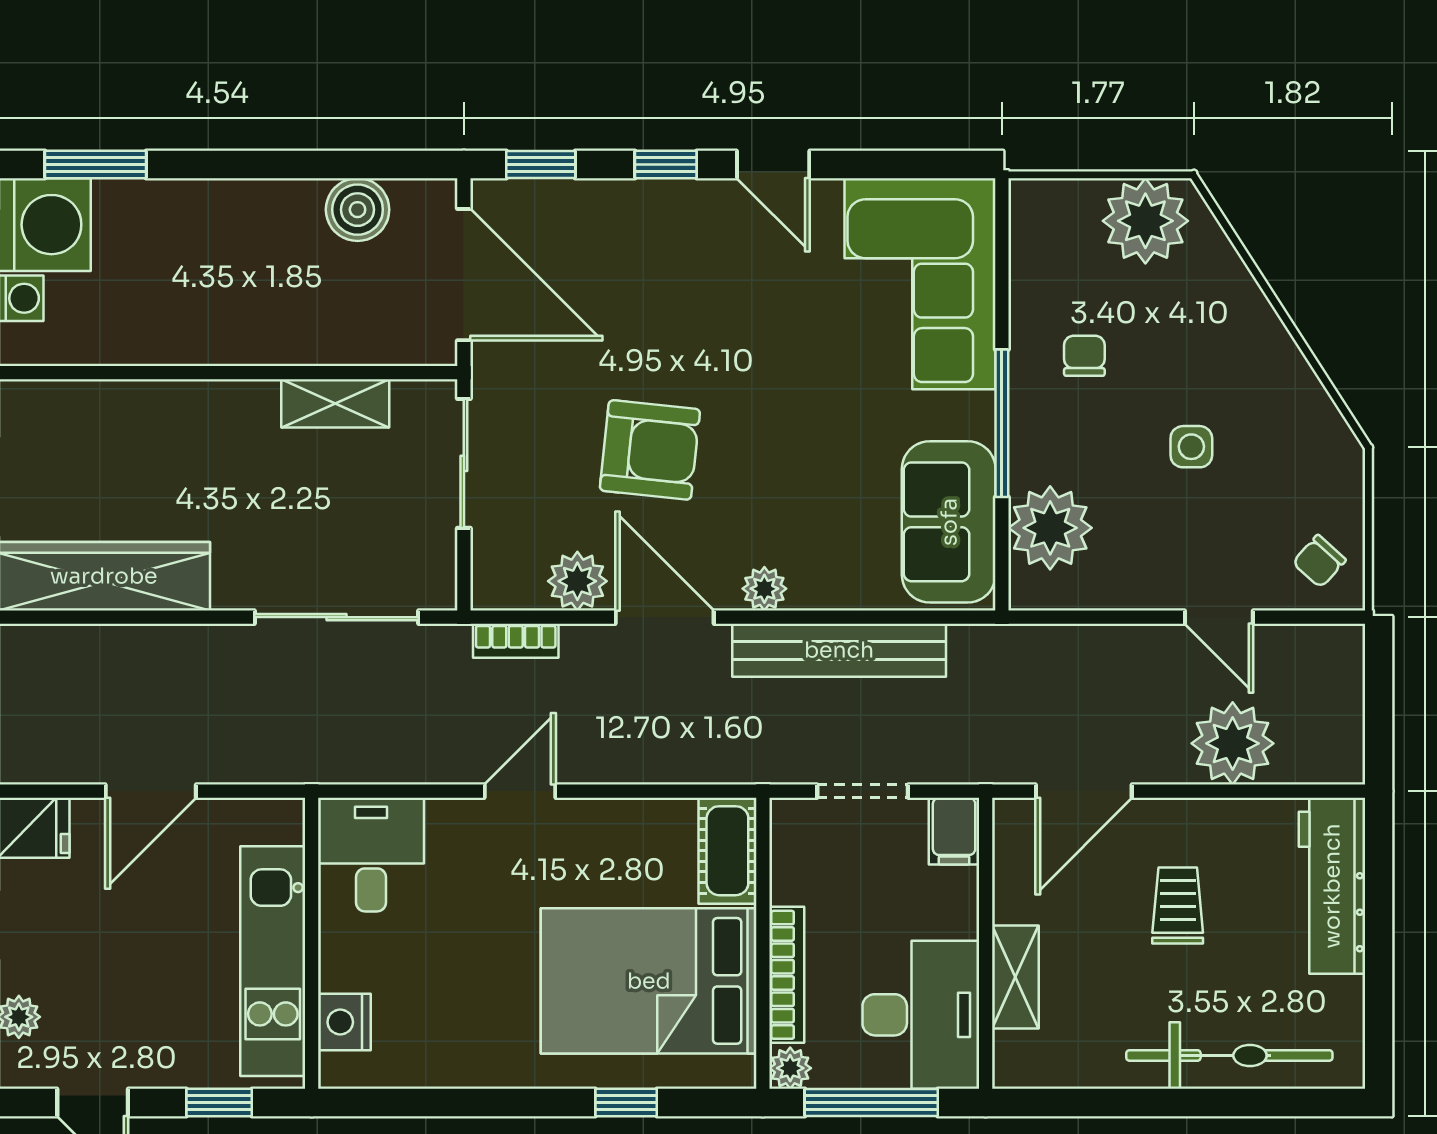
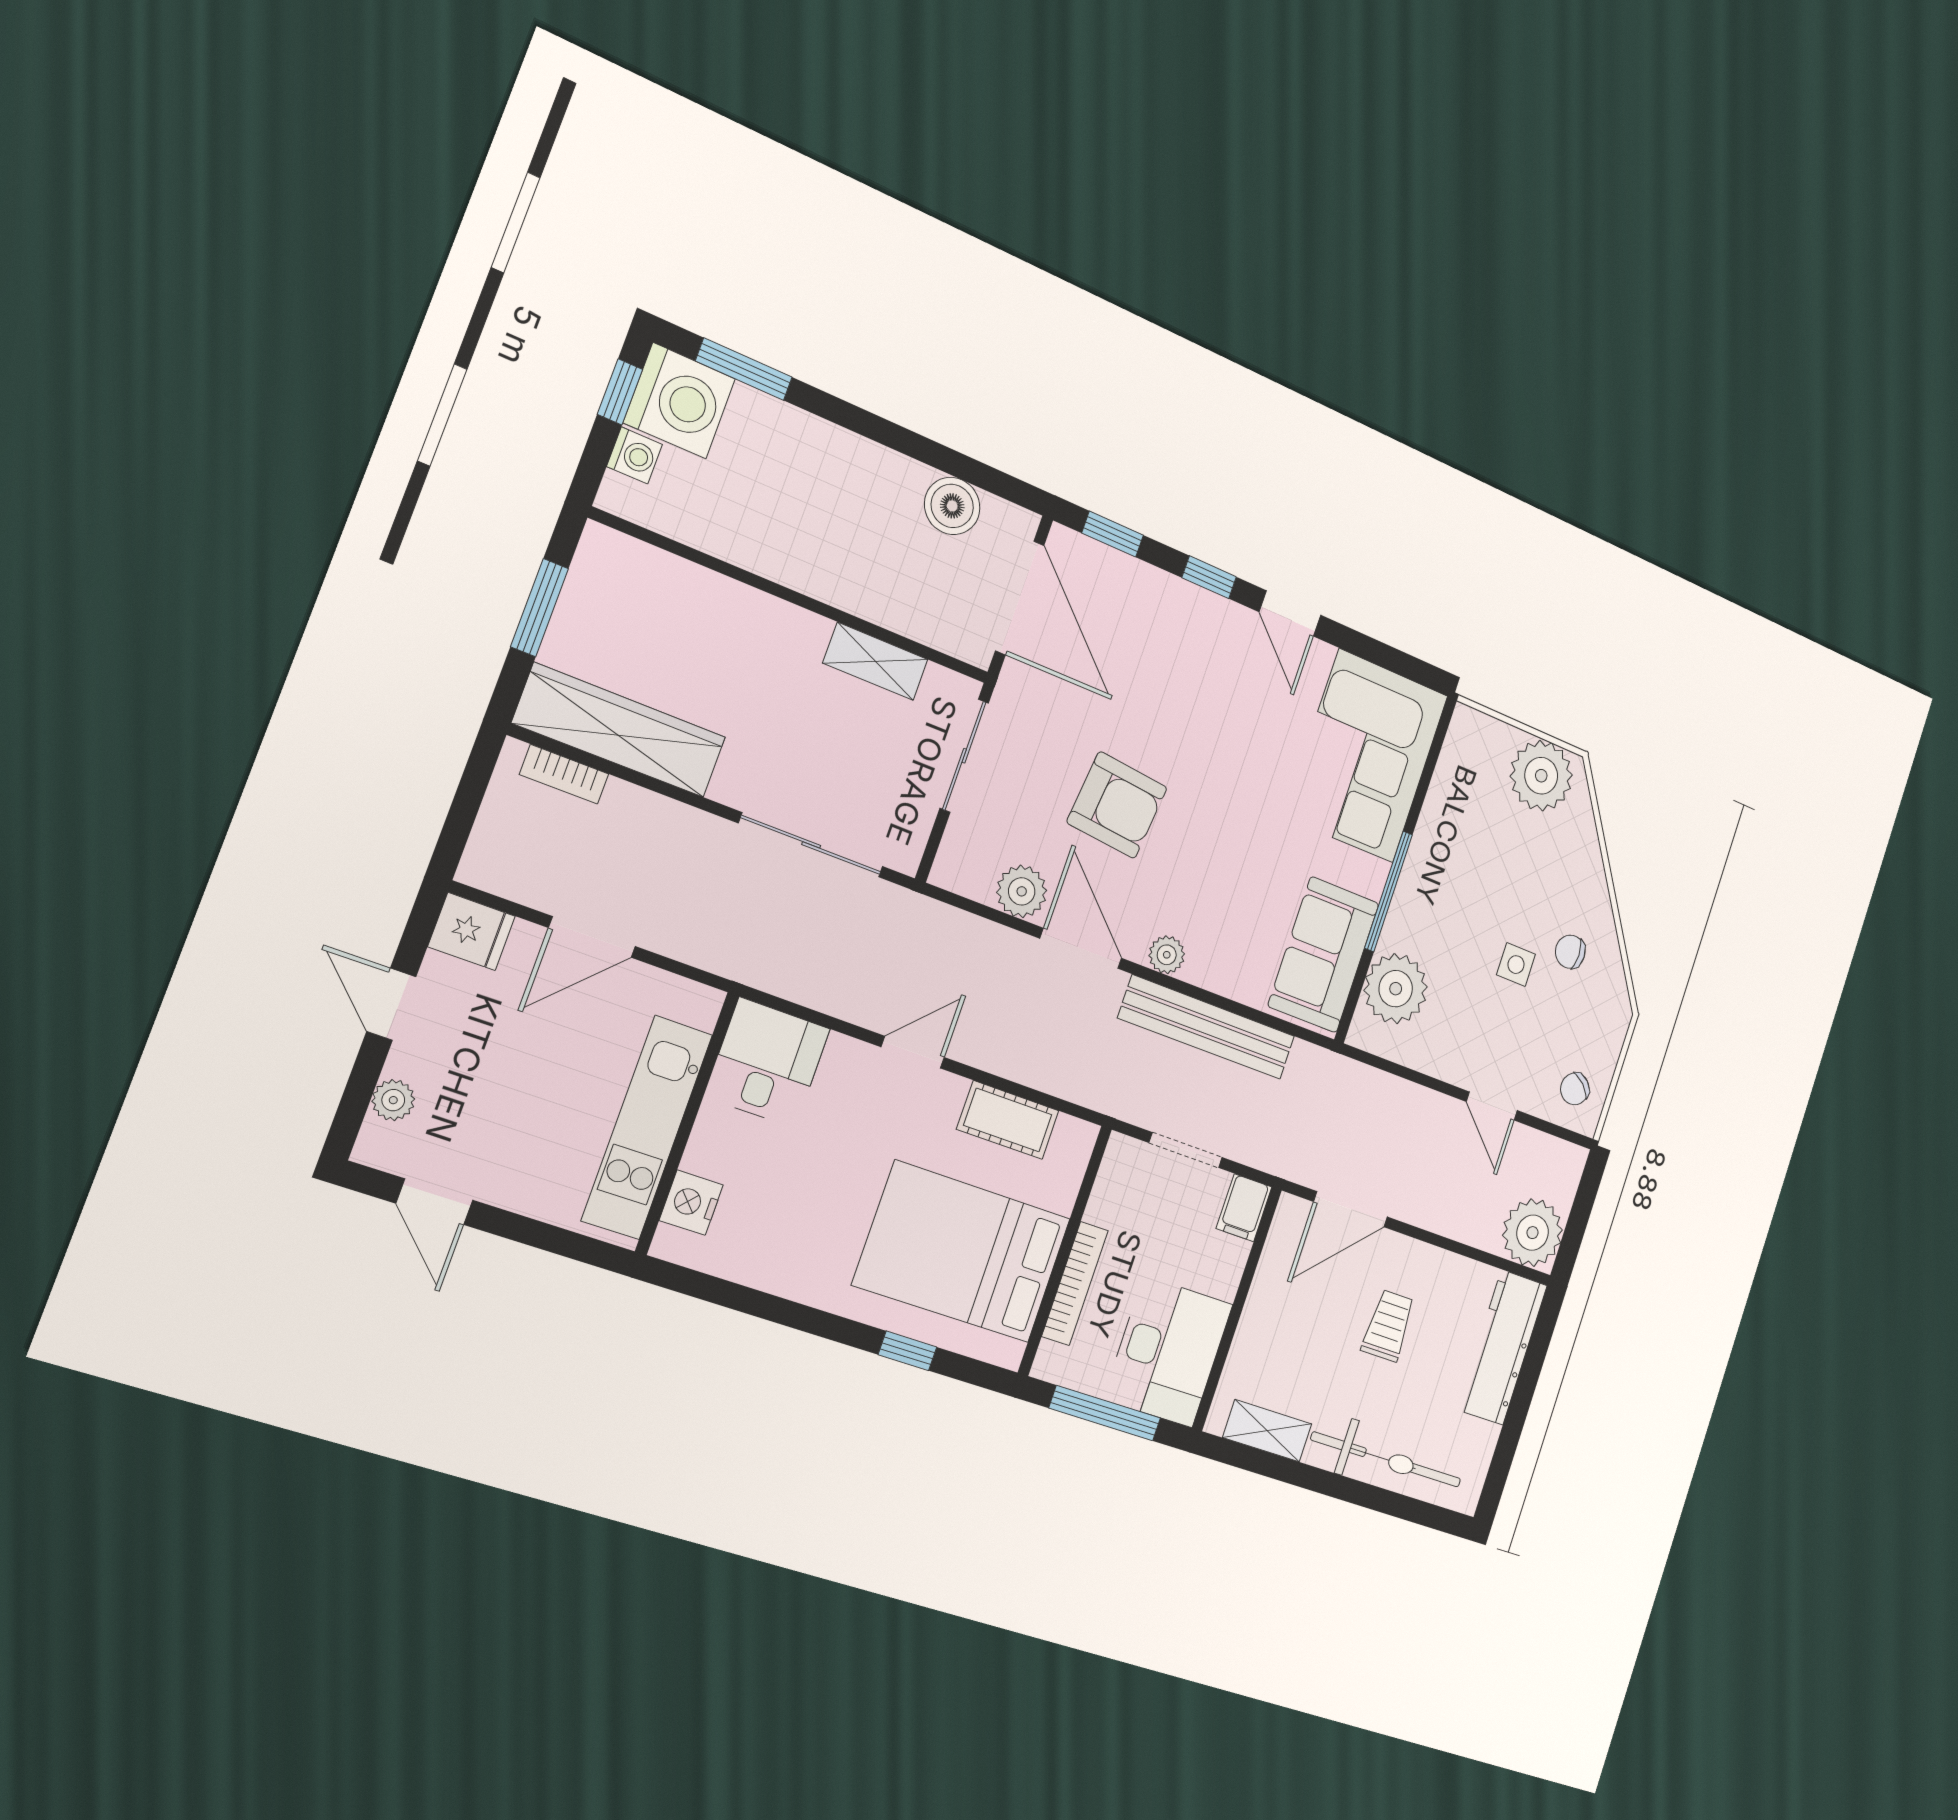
chair: (1084, 356) -> (1570, 952), moved, turned -90
bookcase: (516, 641) -> (564, 774), moved
plant: (1233, 743) -> (1533, 1233), moved
cot: (727, 851) -> (1008, 1120), moved, turned 90
shelving: (1015, 977) -> (1267, 1431), moved, turned 90
plant: (790, 1068) -> (1051, 1364), removed
window: (219, 1103) -> (552, 1239), removed

